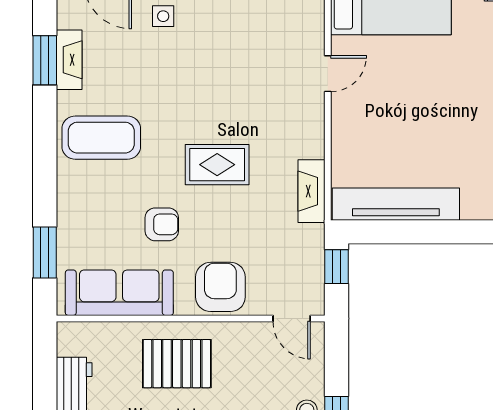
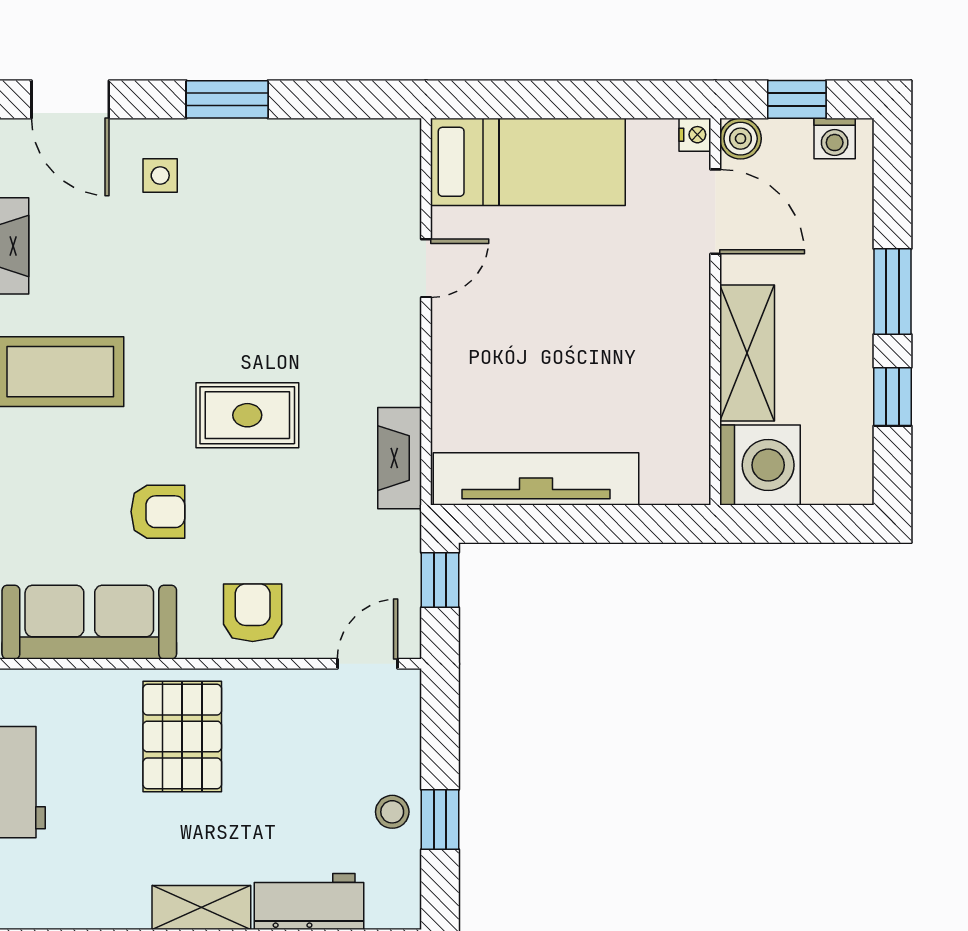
armchair: (220, 287) -> (253, 613), width x0.72, depth x0.72
door: (292, 319) -> (368, 664), swing flipped
pallet: (177, 364) -> (182, 736), turned 90

